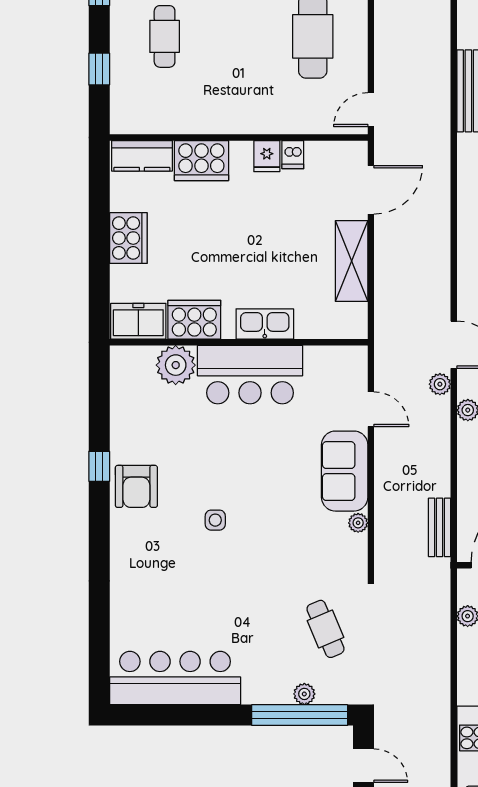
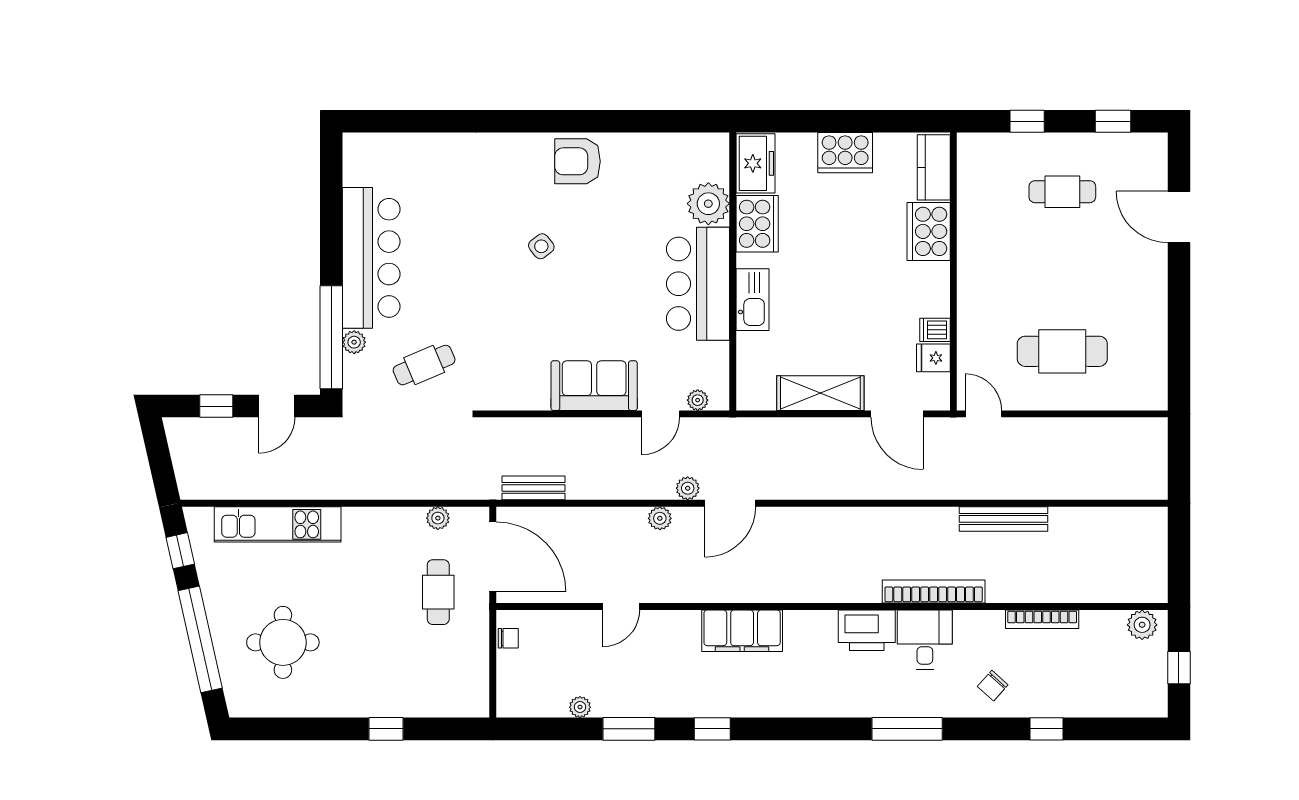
fridge: (267, 156) -> (933, 358), moved
window: (99, 466) -> (599, 121), removed
side table: (215, 520) -> (541, 246), turned -38
plant: (358, 523) -> (698, 400), moved
bar counter: (175, 678) -> (371, 258), moved

